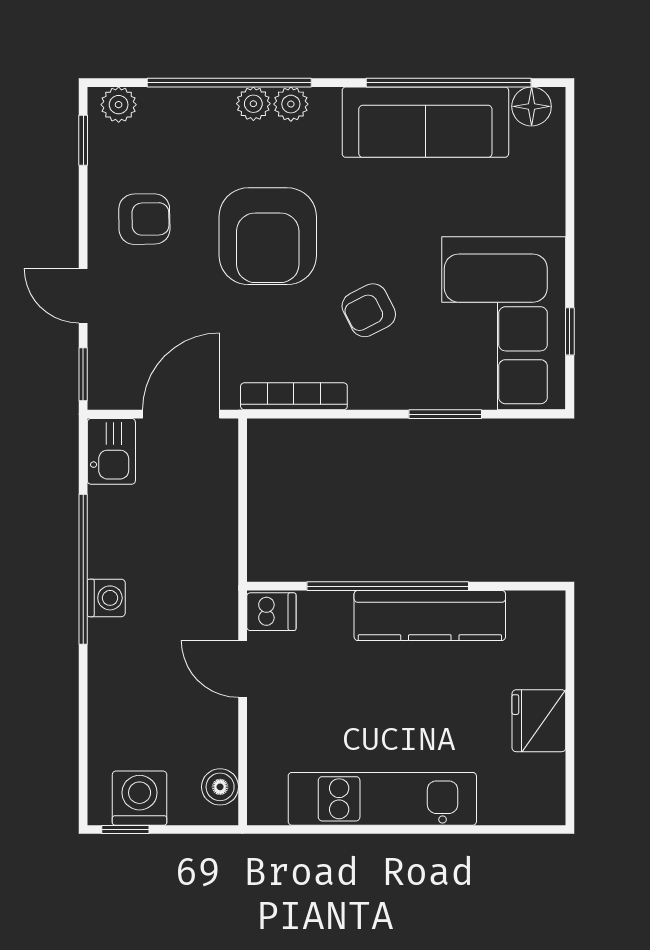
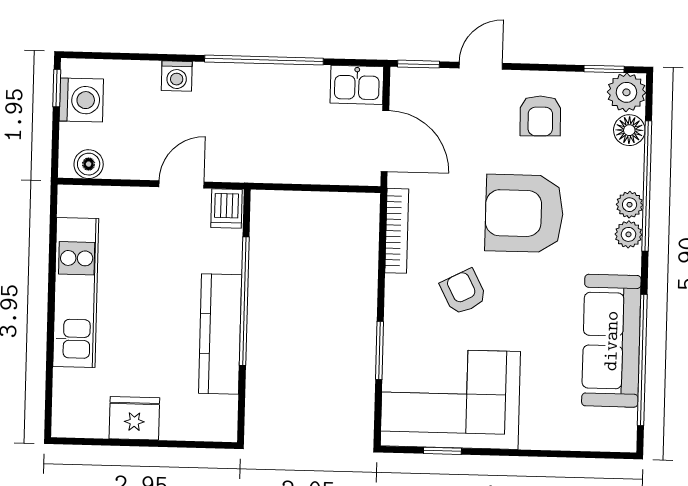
plant: (119, 105) -> (626, 92), width x1.38, depth x1.38
floor lamp: (532, 106) -> (629, 130), moved
washing machine: (106, 598) -> (177, 76), moved

